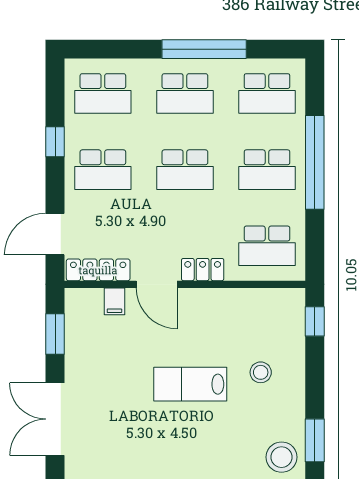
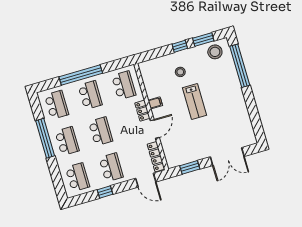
filing cabinet: (114, 301) -> (155, 103), moved
window: (315, 321) -> (180, 46), moved

